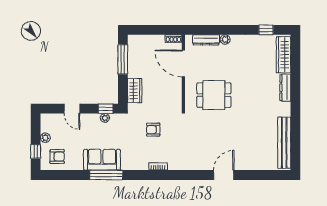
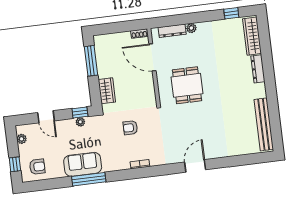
dining table: (214, 95) -> (187, 85), turned 90
plant: (45, 138) -> (22, 139), moved
door: (224, 175) -> (195, 166), moved

